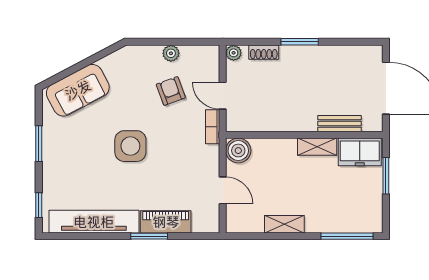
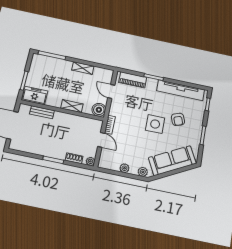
plant: (137, 54) -> (143, 172), added
sofa: (78, 90) -> (172, 161), width x1.36
armchair: (171, 91) -> (178, 119), moved
shelving: (317, 147) -> (72, 106), moved
piano: (166, 222) -> (133, 80), moved

